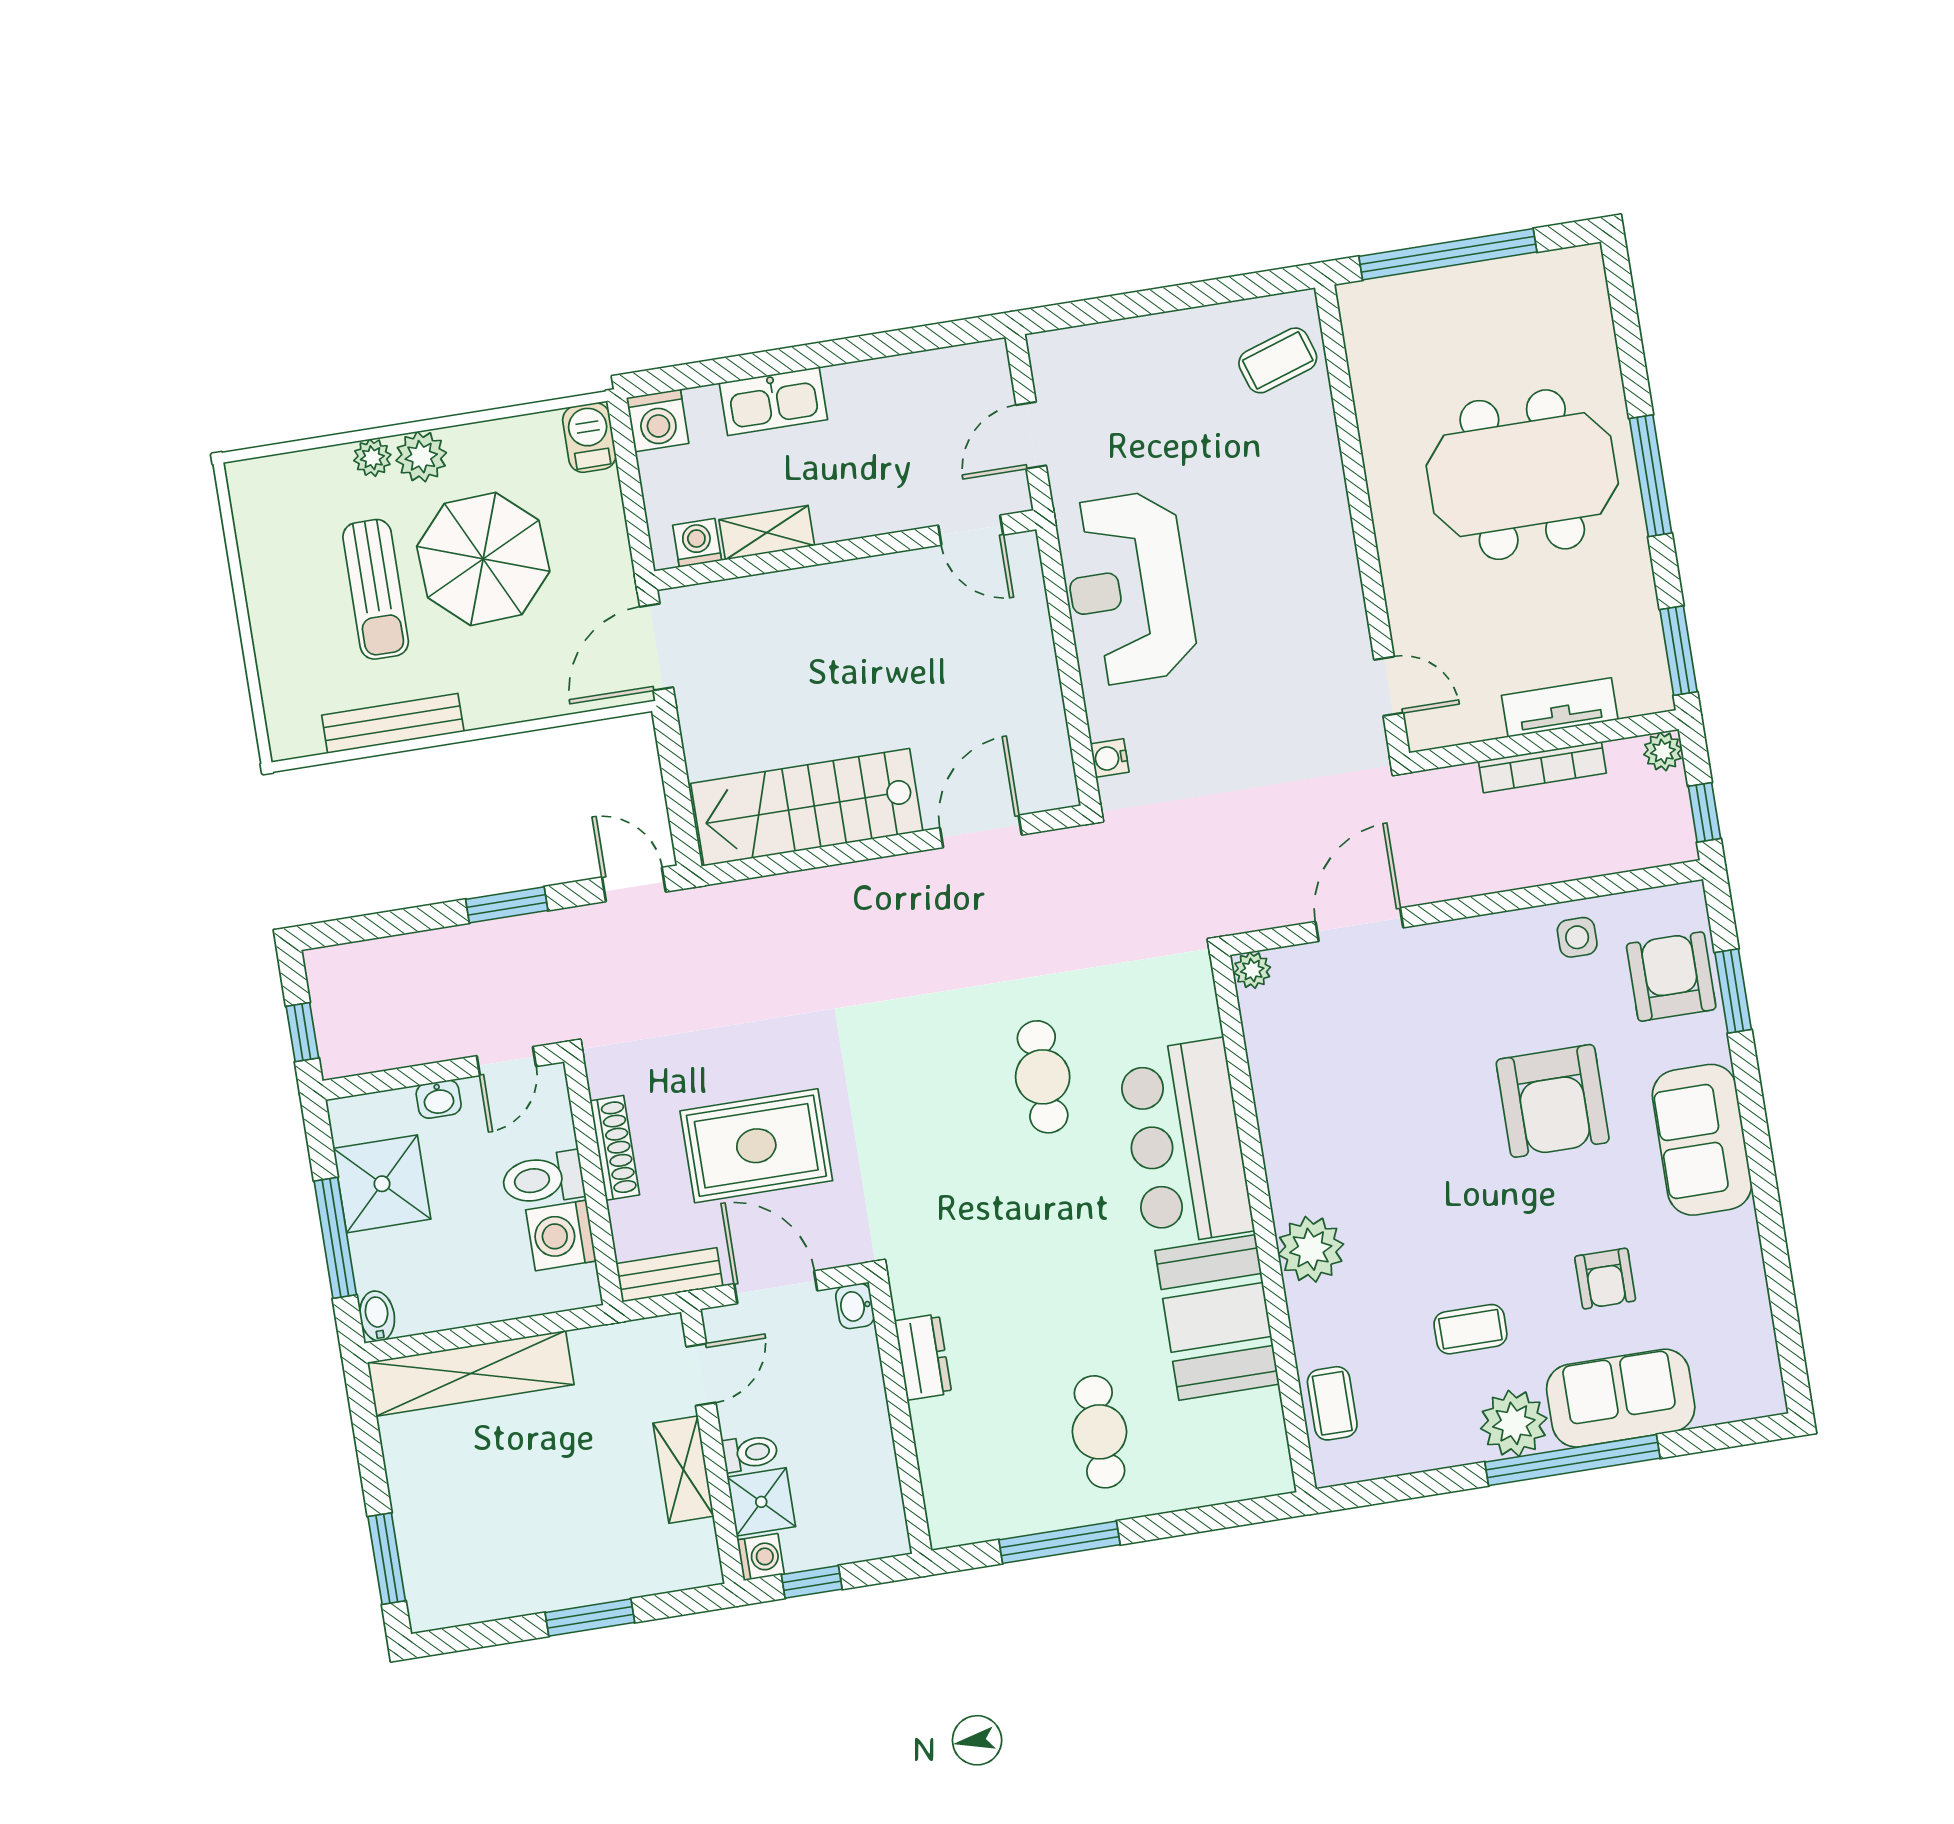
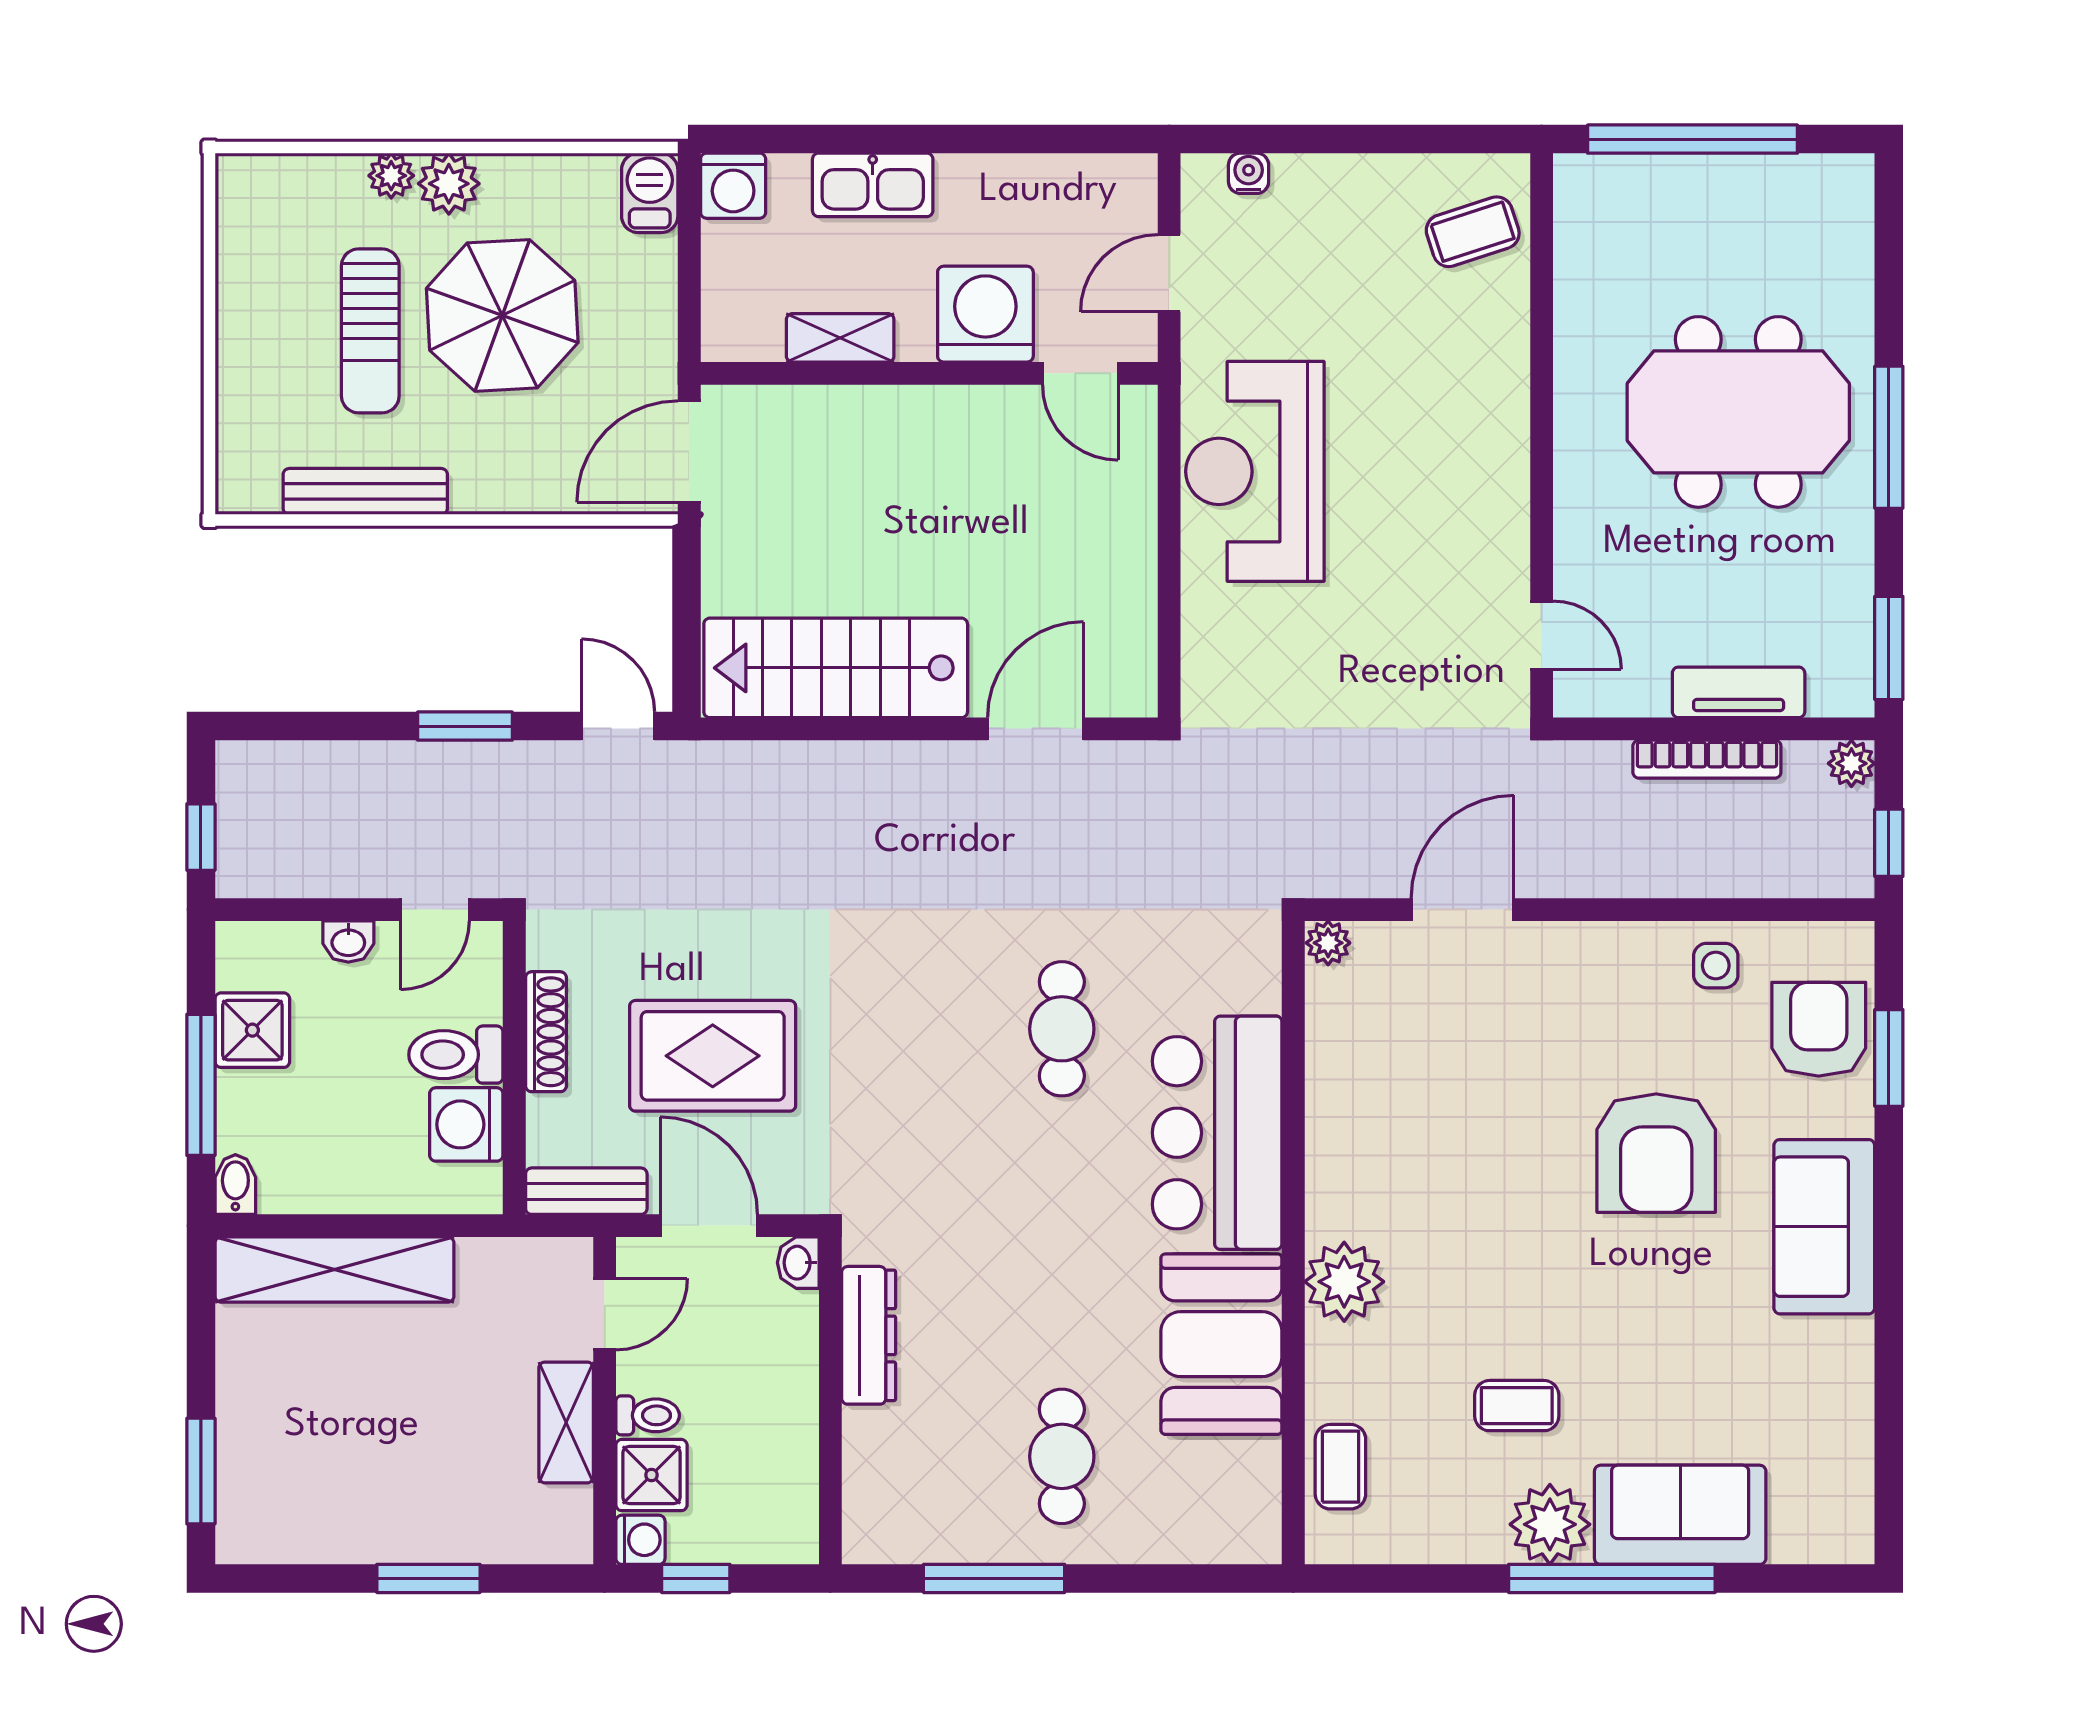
washing machine: (697, 543) -> (985, 314), moved, width x1.89, depth x1.89
water cooler: (1110, 758) -> (1249, 173), moved, turned 90
shower: (382, 1184) -> (252, 1030), width x0.73, depth x0.73
armchair: (1605, 1279) -> (1684, 1371), removed
dresser: (923, 1357) -> (869, 1335), width x1.44

